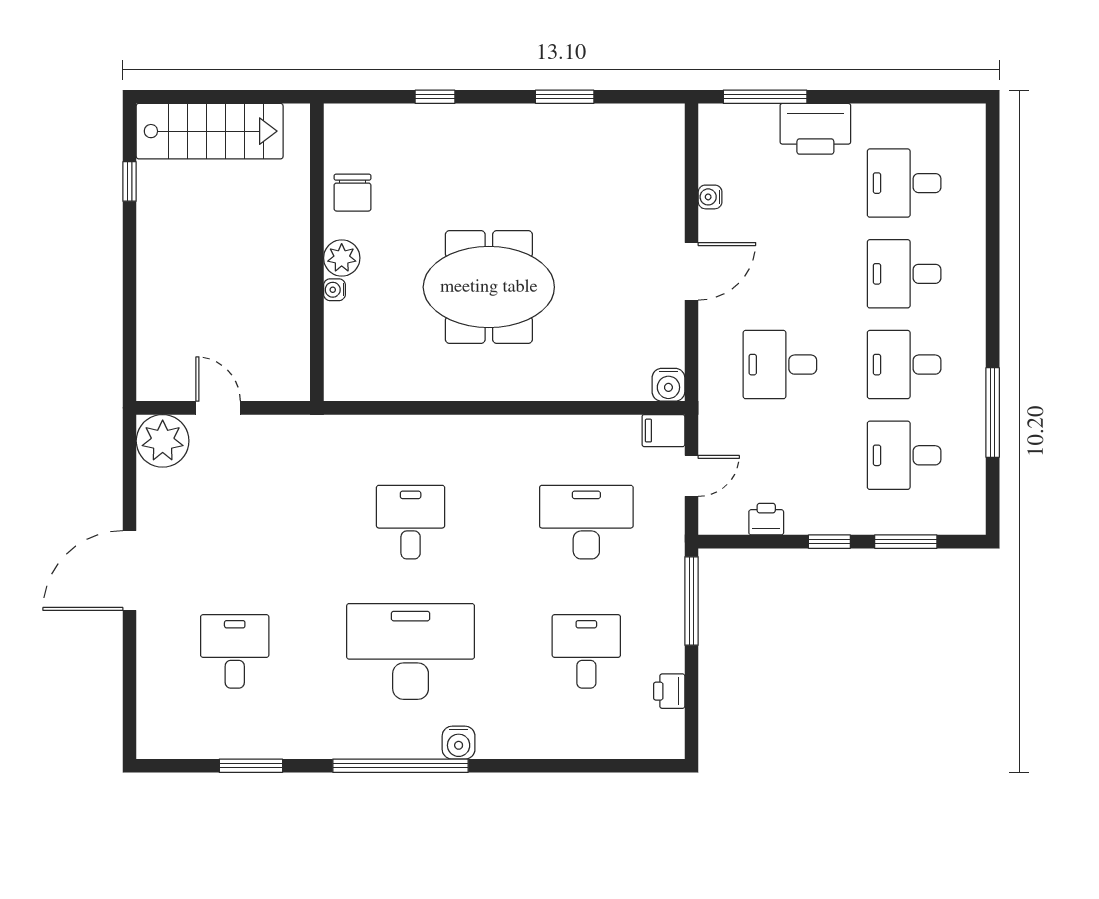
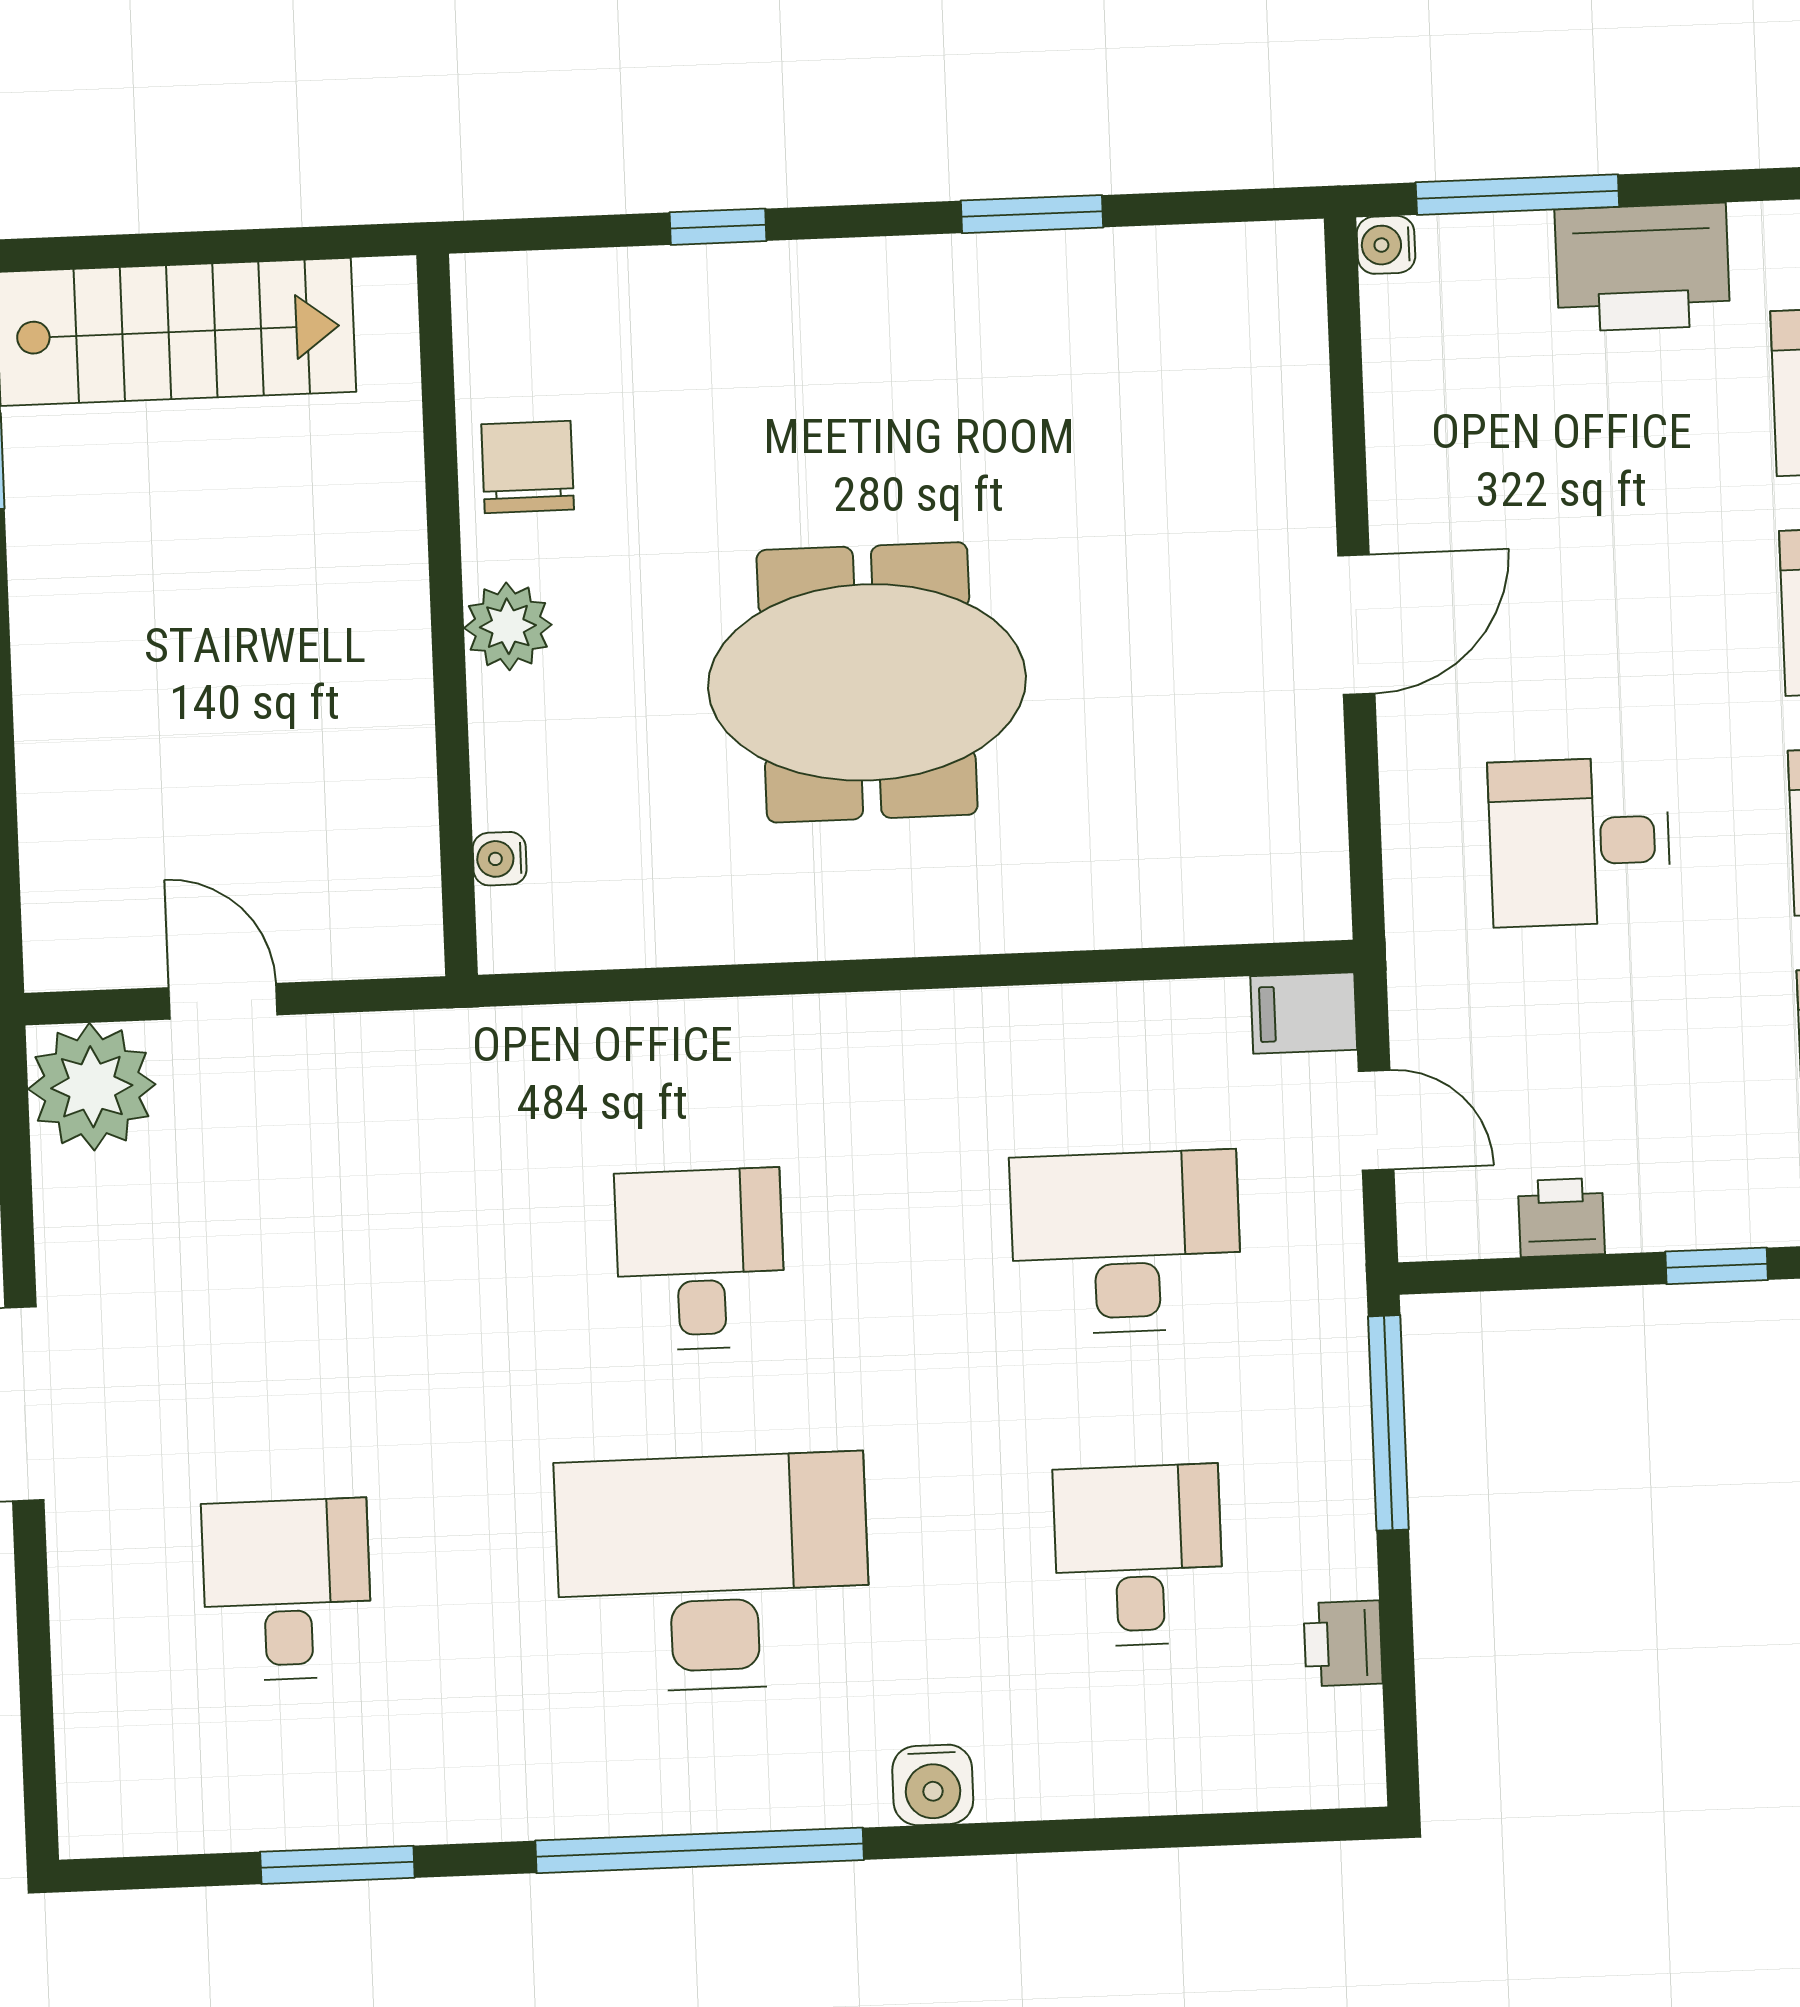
chair: (353, 193) -> (528, 467), turned 180
water cooler: (710, 197) -> (1386, 245), moved
water cooler: (334, 290) -> (500, 859), moved
water cooler: (668, 385) -> (1311, 902), removed
door: (692, 476) -> (1376, 1120), hinge flipped
water cooler: (459, 743) -> (933, 1785), moved

